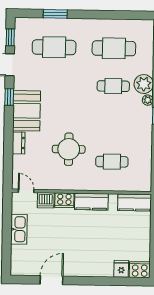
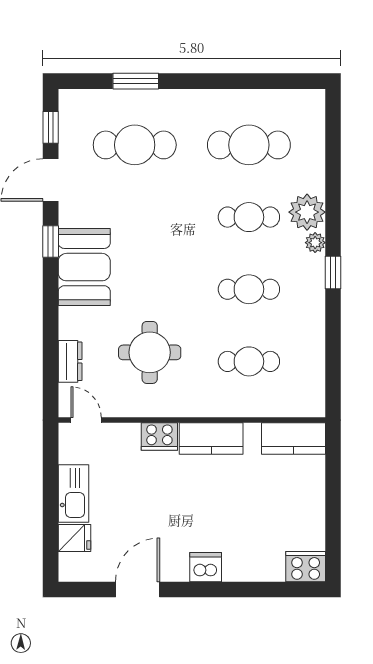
cafe table: (113, 124) -> (249, 289), added
dresser: (19, 143) -> (70, 361), moved
round table: (69, 149) -> (150, 352), moved
dishwasher: (46, 200) -> (206, 567), moved, turned 180
fridge: (121, 269) -> (75, 538), moved, turned 90

